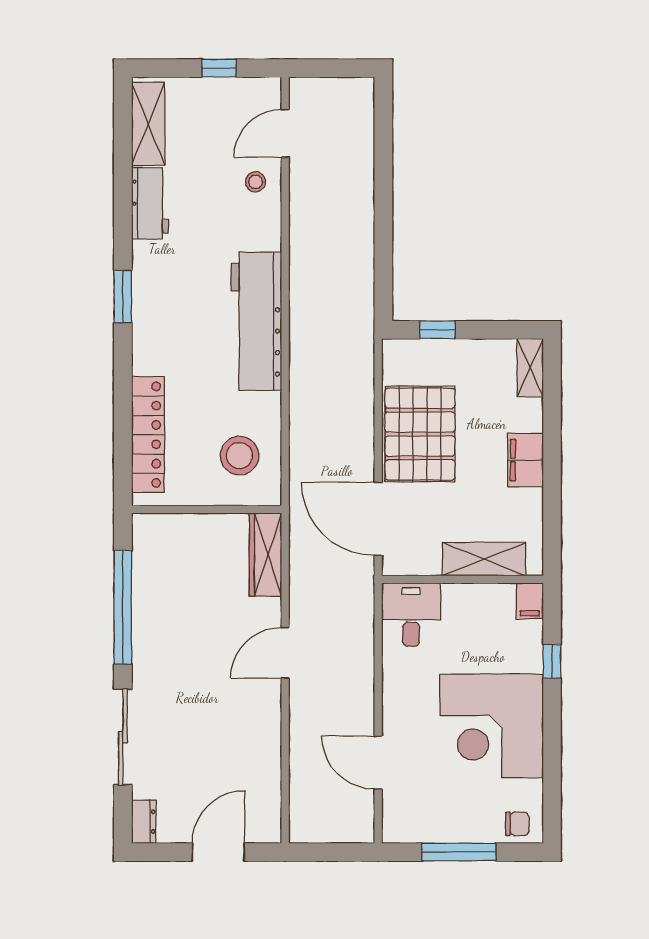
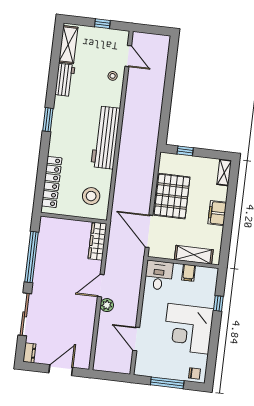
door: (285, 133) -> (128, 56), swing flipped
filing cabinet: (530, 601) -> (189, 273), moved
plant: (303, 695) -> (107, 305), added

